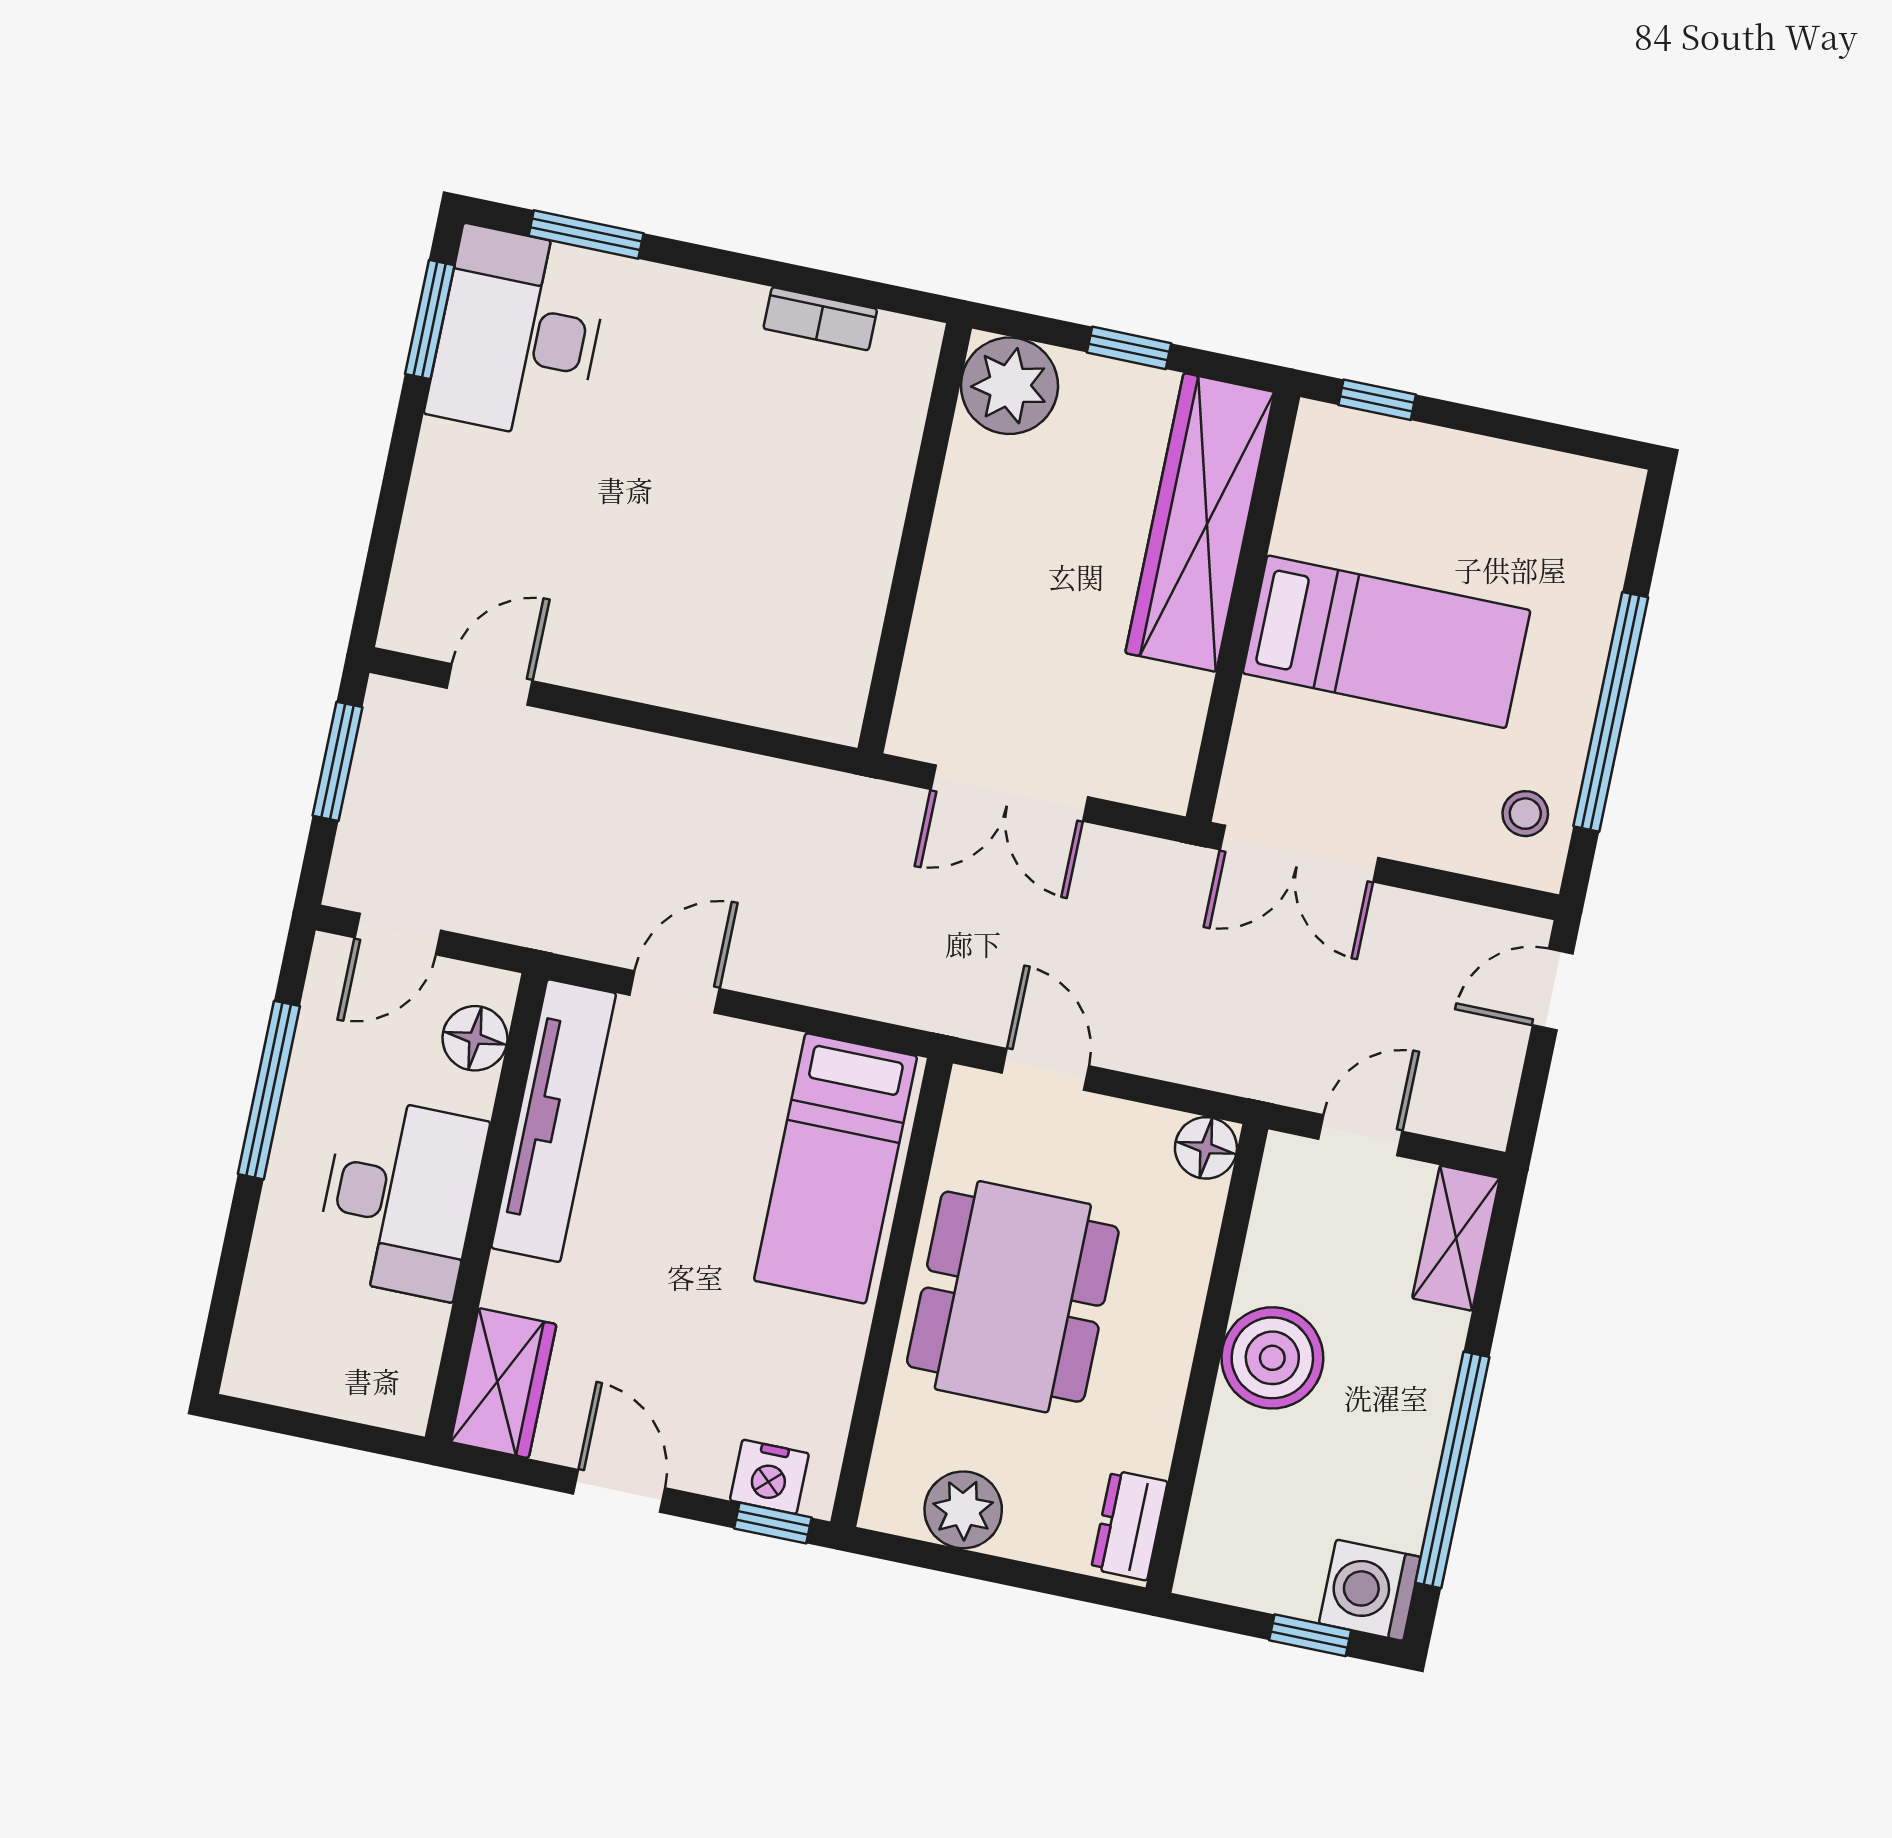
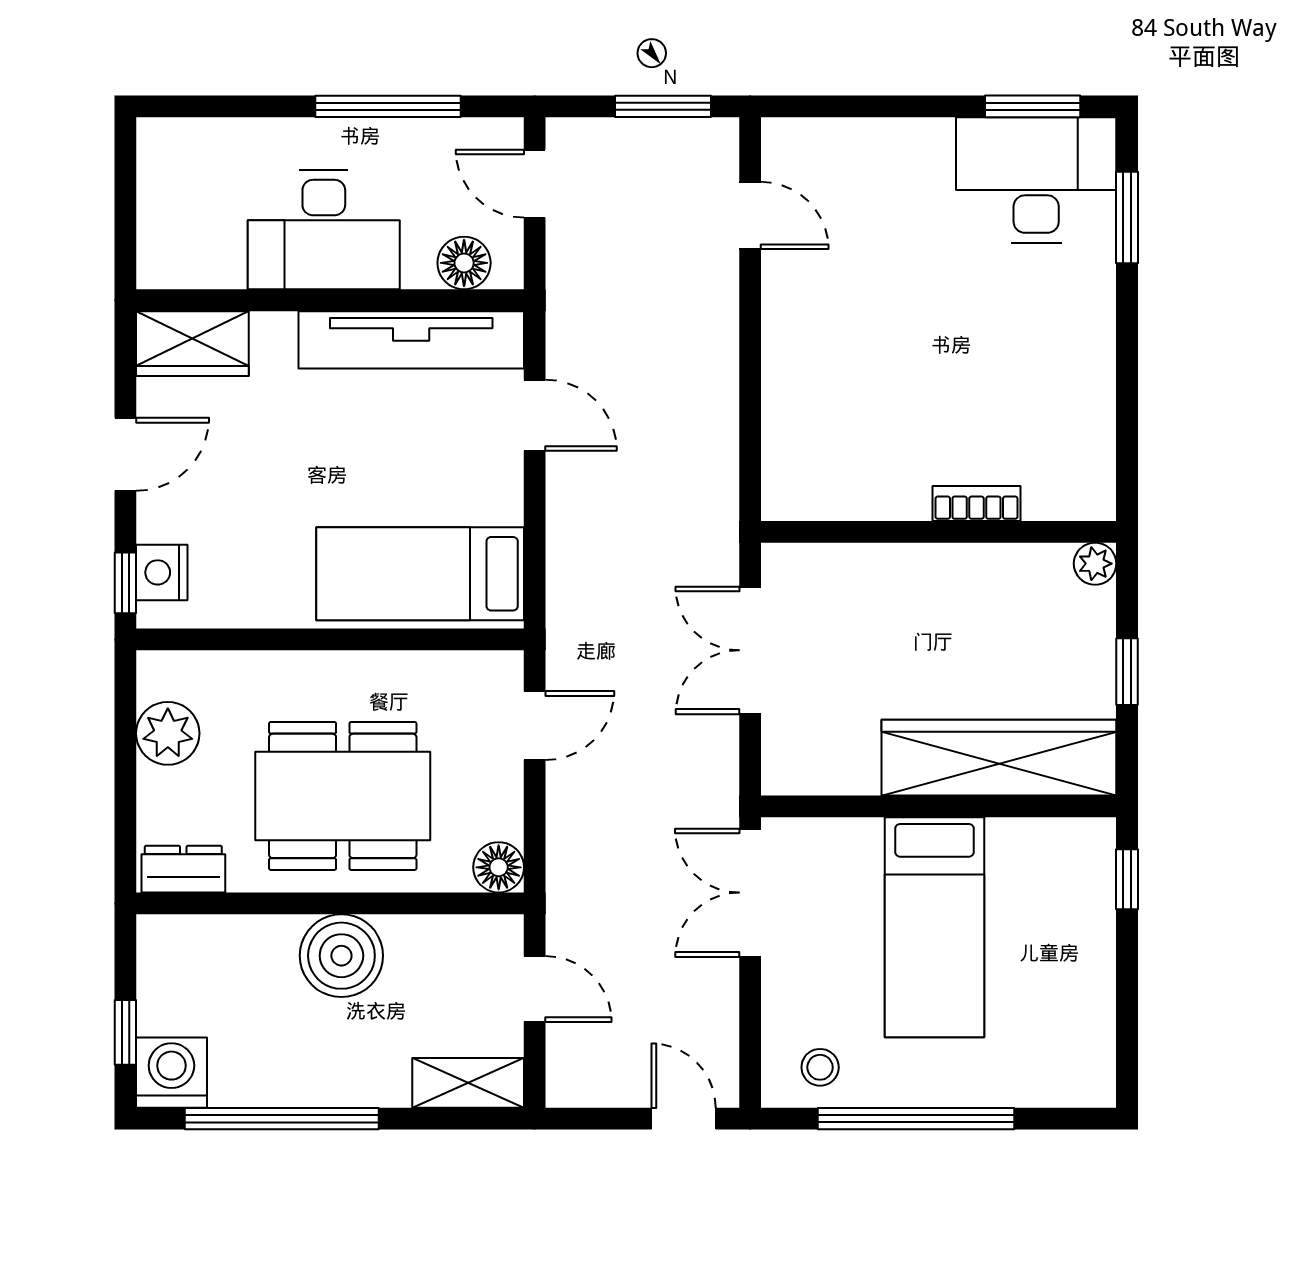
bookcase: (820, 319) -> (976, 503), moved, turned 90
plant: (1009, 386) -> (1095, 564), width x0.53, depth x0.53
dining table: (1013, 1297) -> (343, 796), moved

